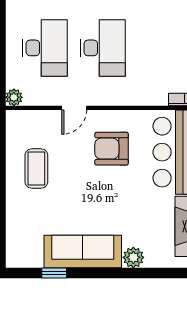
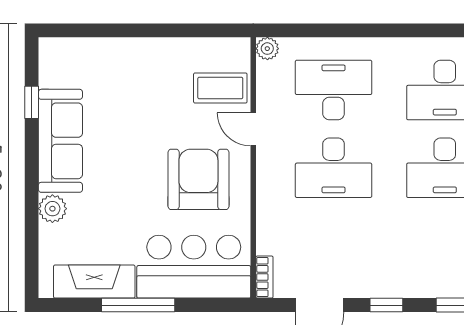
desk: (45, 48) -> (334, 90), turned 180
armchair: (112, 149) -> (198, 179), width x1.36, depth x1.36
coffee table: (36, 169) -> (220, 88), moved

